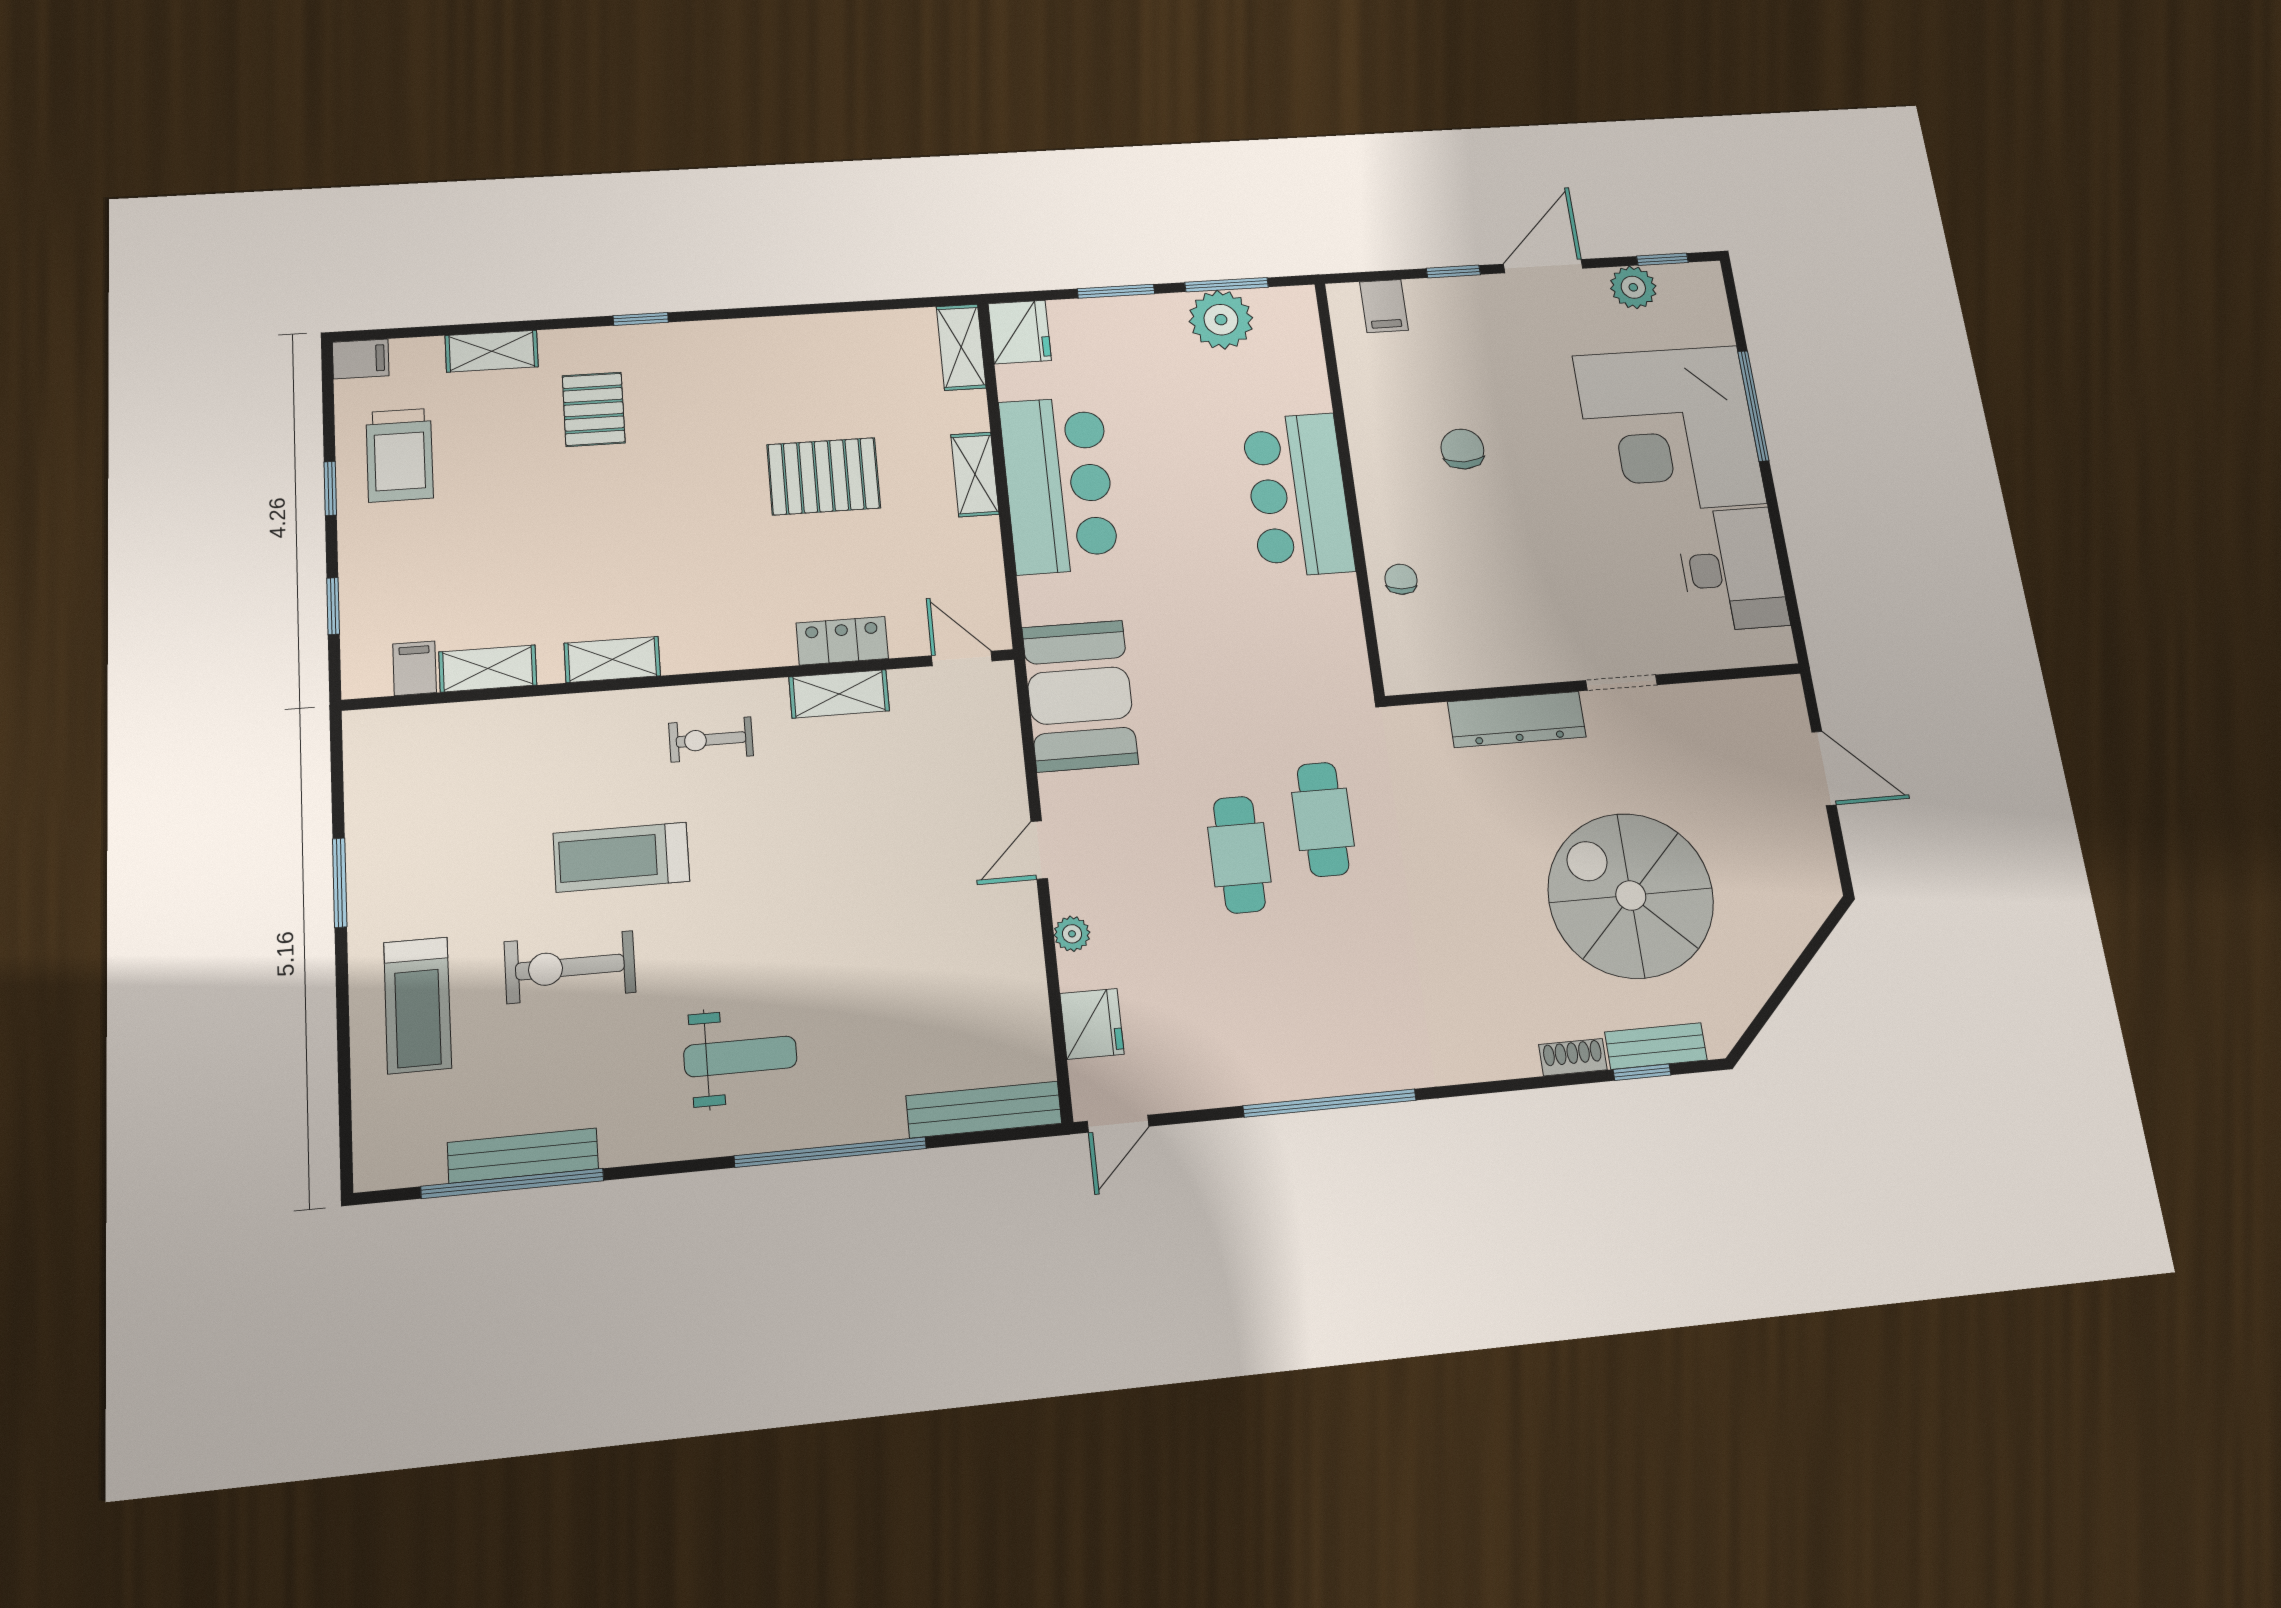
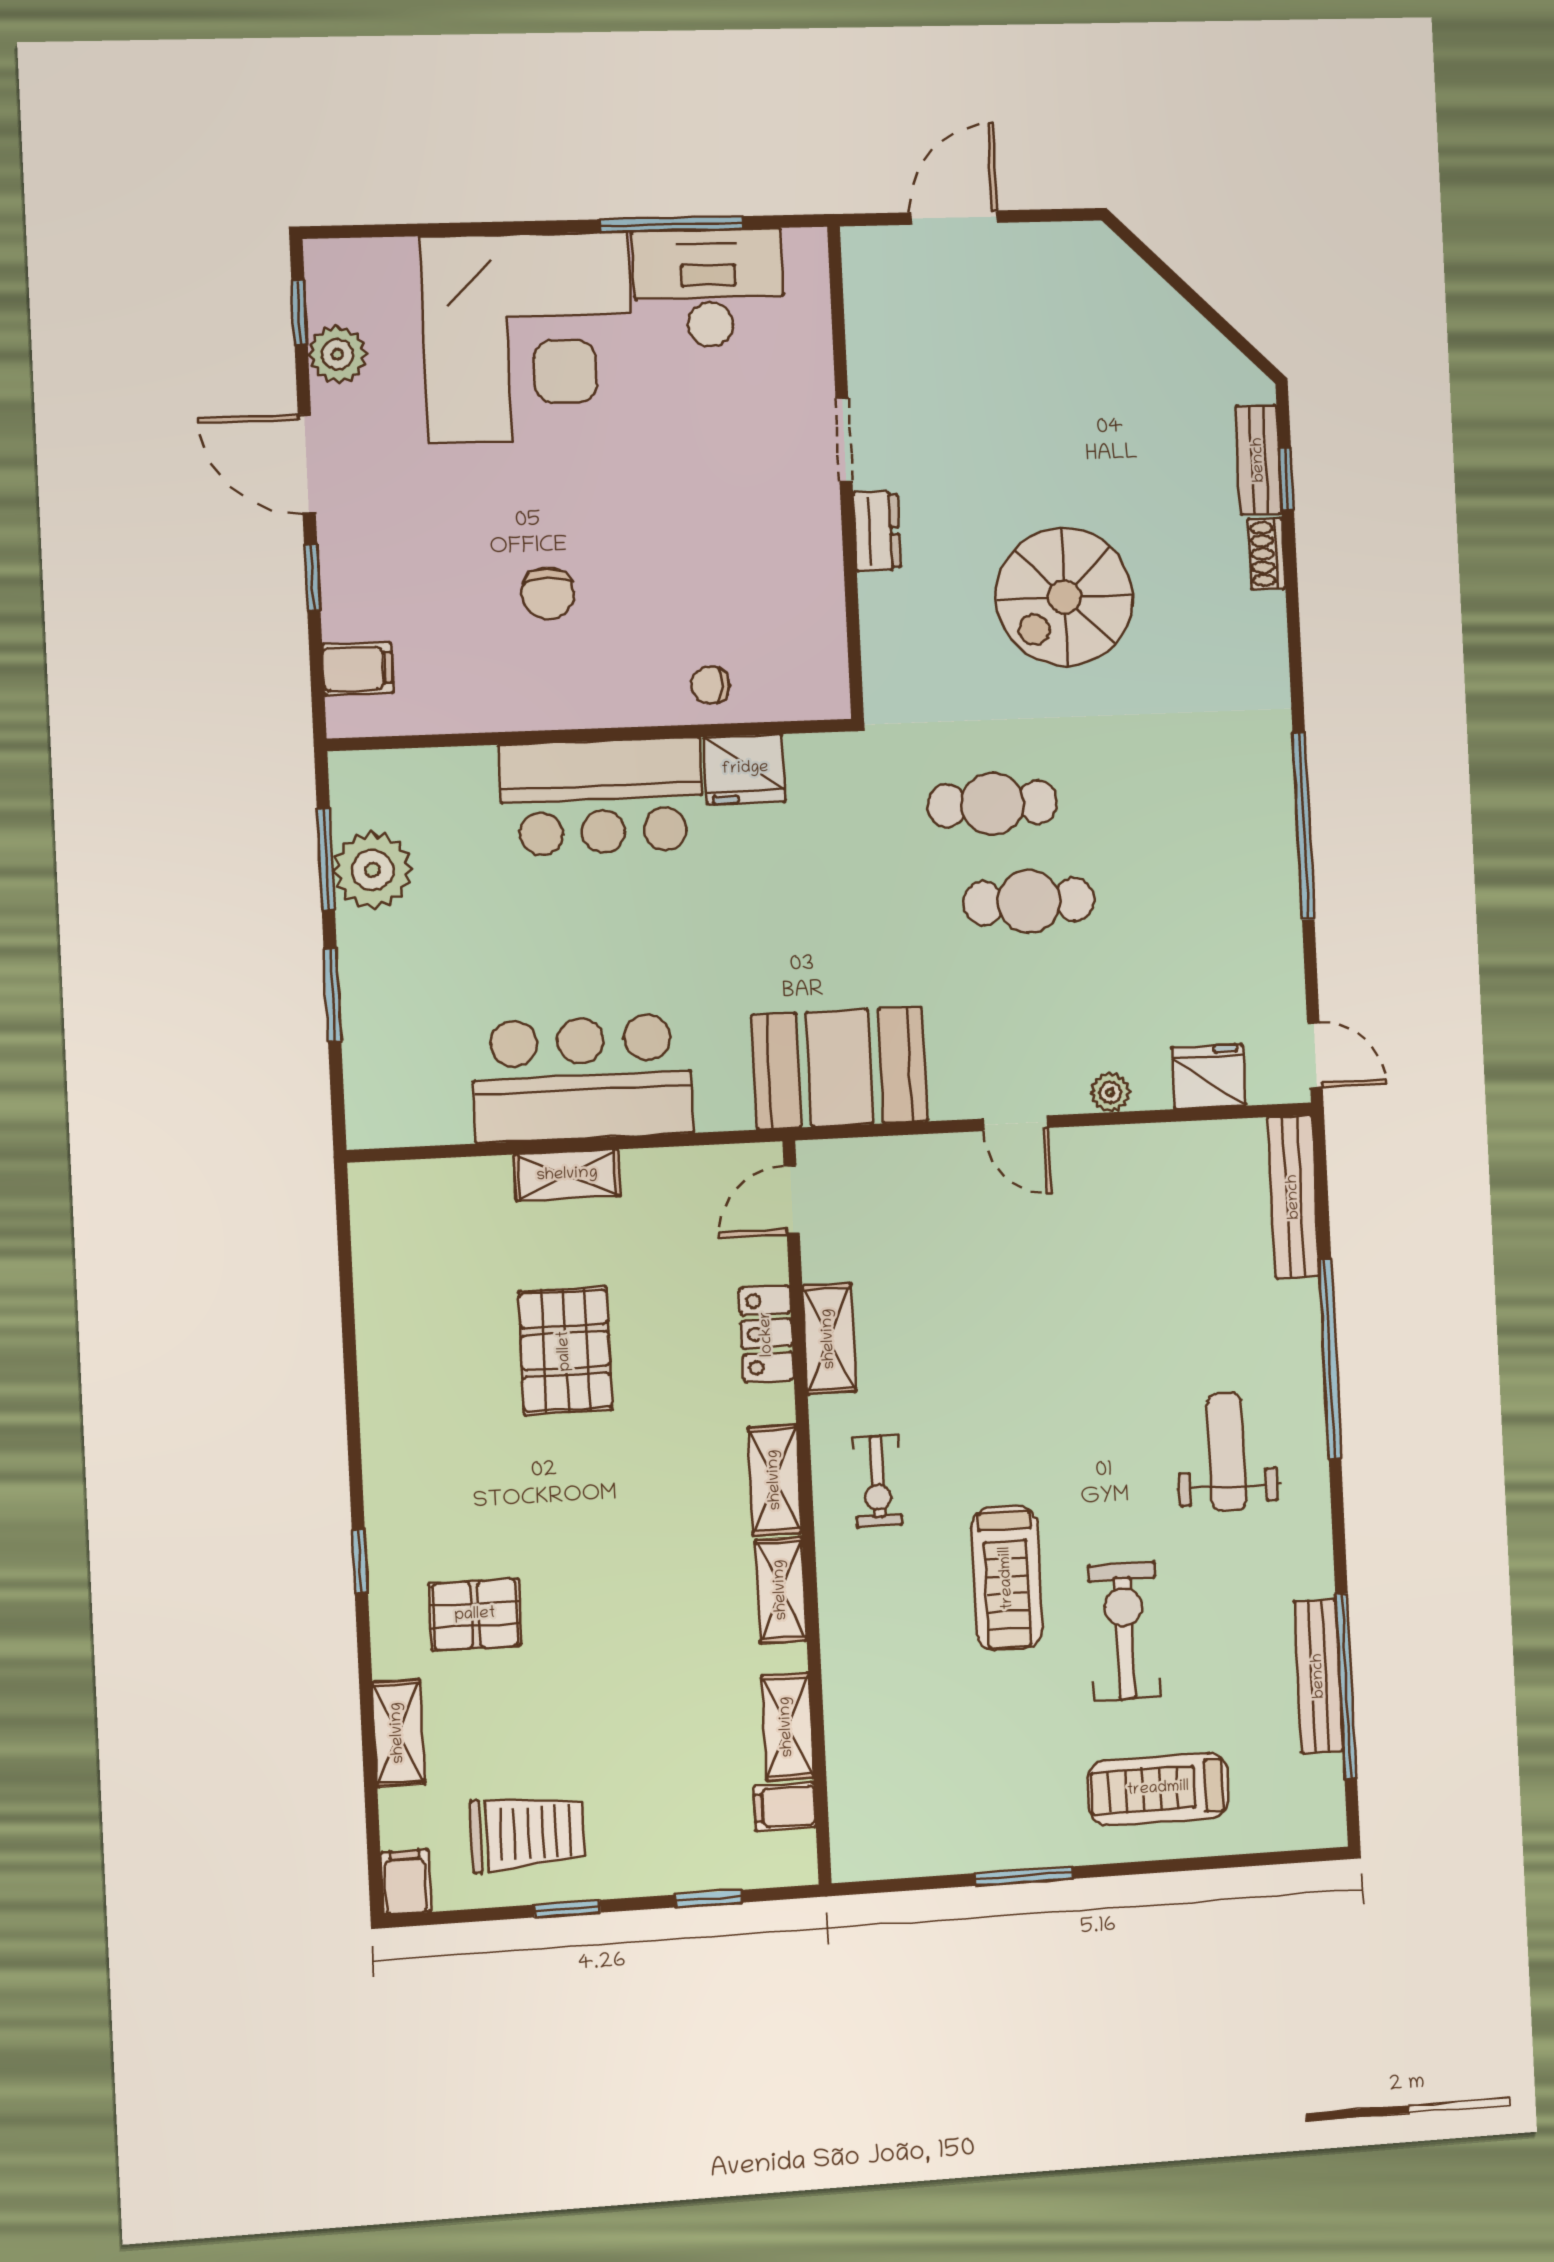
fridge: (1020, 332) -> (745, 769), moved, turned 180
shelving: (961, 347) -> (775, 1480), moved, turned 90
window: (1753, 406) -> (672, 224), moved
chair: (1462, 449) -> (548, 593), turned -90
dresser: (1517, 719) -> (877, 531), width x0.51, depth x0.80
spiral stairs: (1631, 896) -> (1064, 597), moved, width x0.73, depth x0.73
exercise bike: (570, 967) -> (1124, 1631), turned 180
treadmill: (418, 1005) -> (1158, 1789), turned 180

